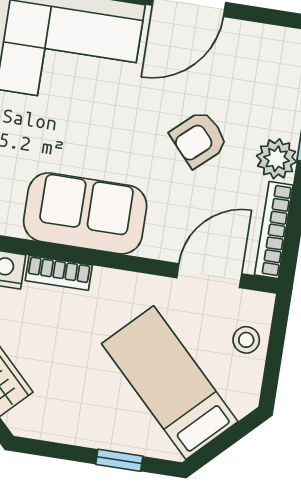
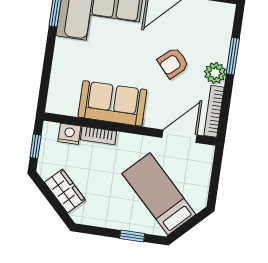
stool: (246, 340) -> (200, 171), removed

